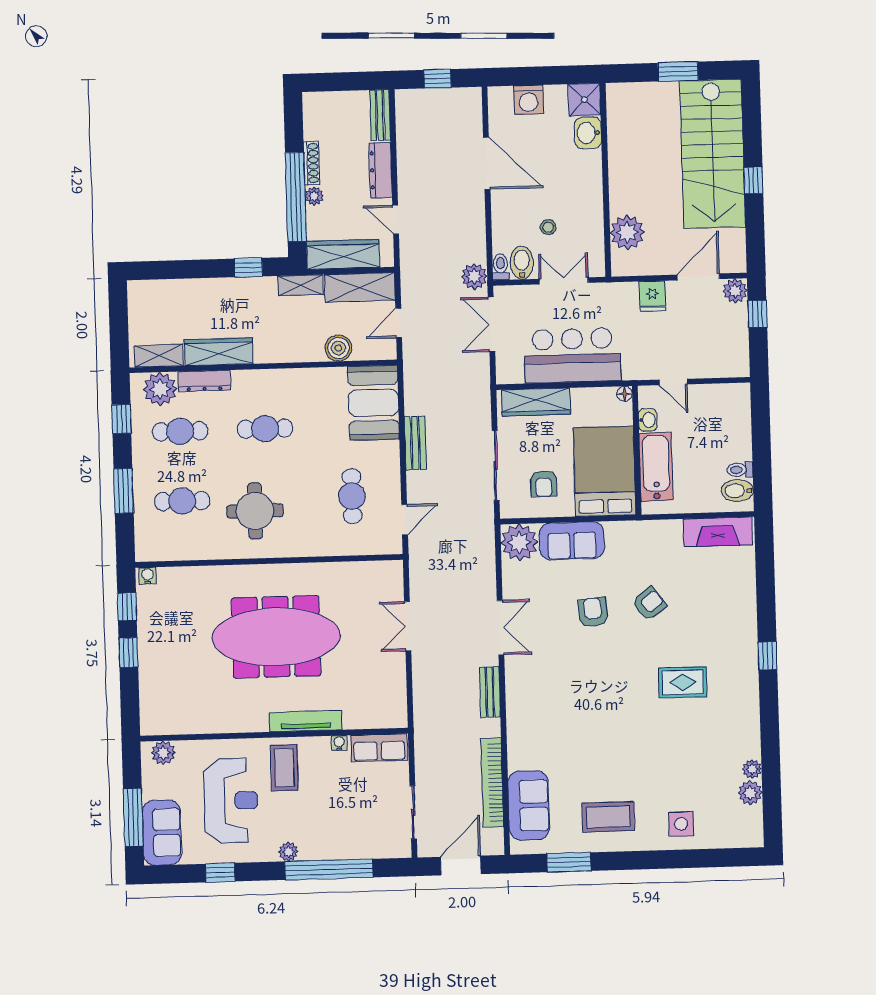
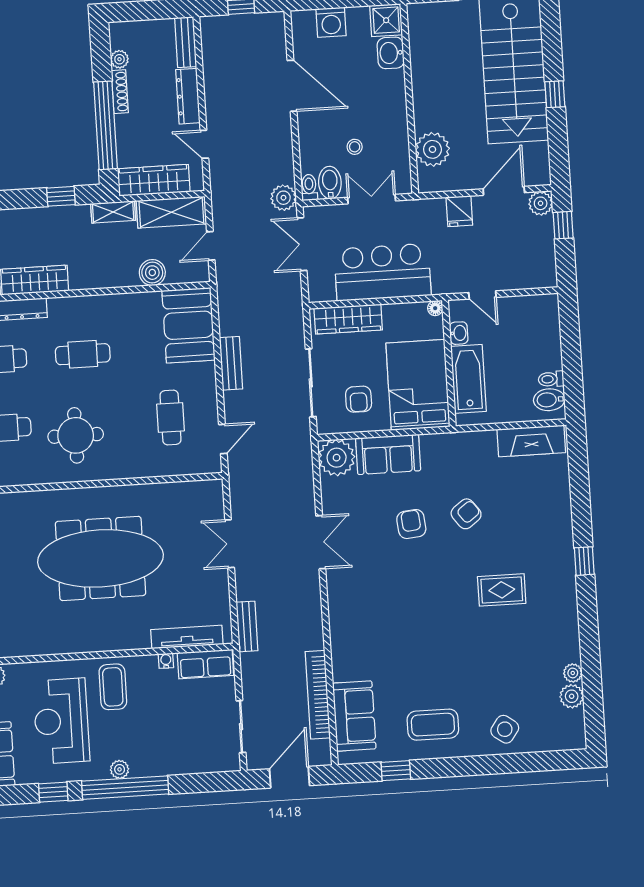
plant: (314, 196) -> (119, 59), moved
bench: (490, 692) -> (247, 626), moved
tv unit: (306, 721) -> (187, 637), moved
reception desk: (231, 801) -> (61, 721), turned 180
side table: (681, 824) -> (505, 729), turned 36
window: (569, 862) -> (396, 771), width x0.67
window: (329, 869) -> (125, 788), moved

